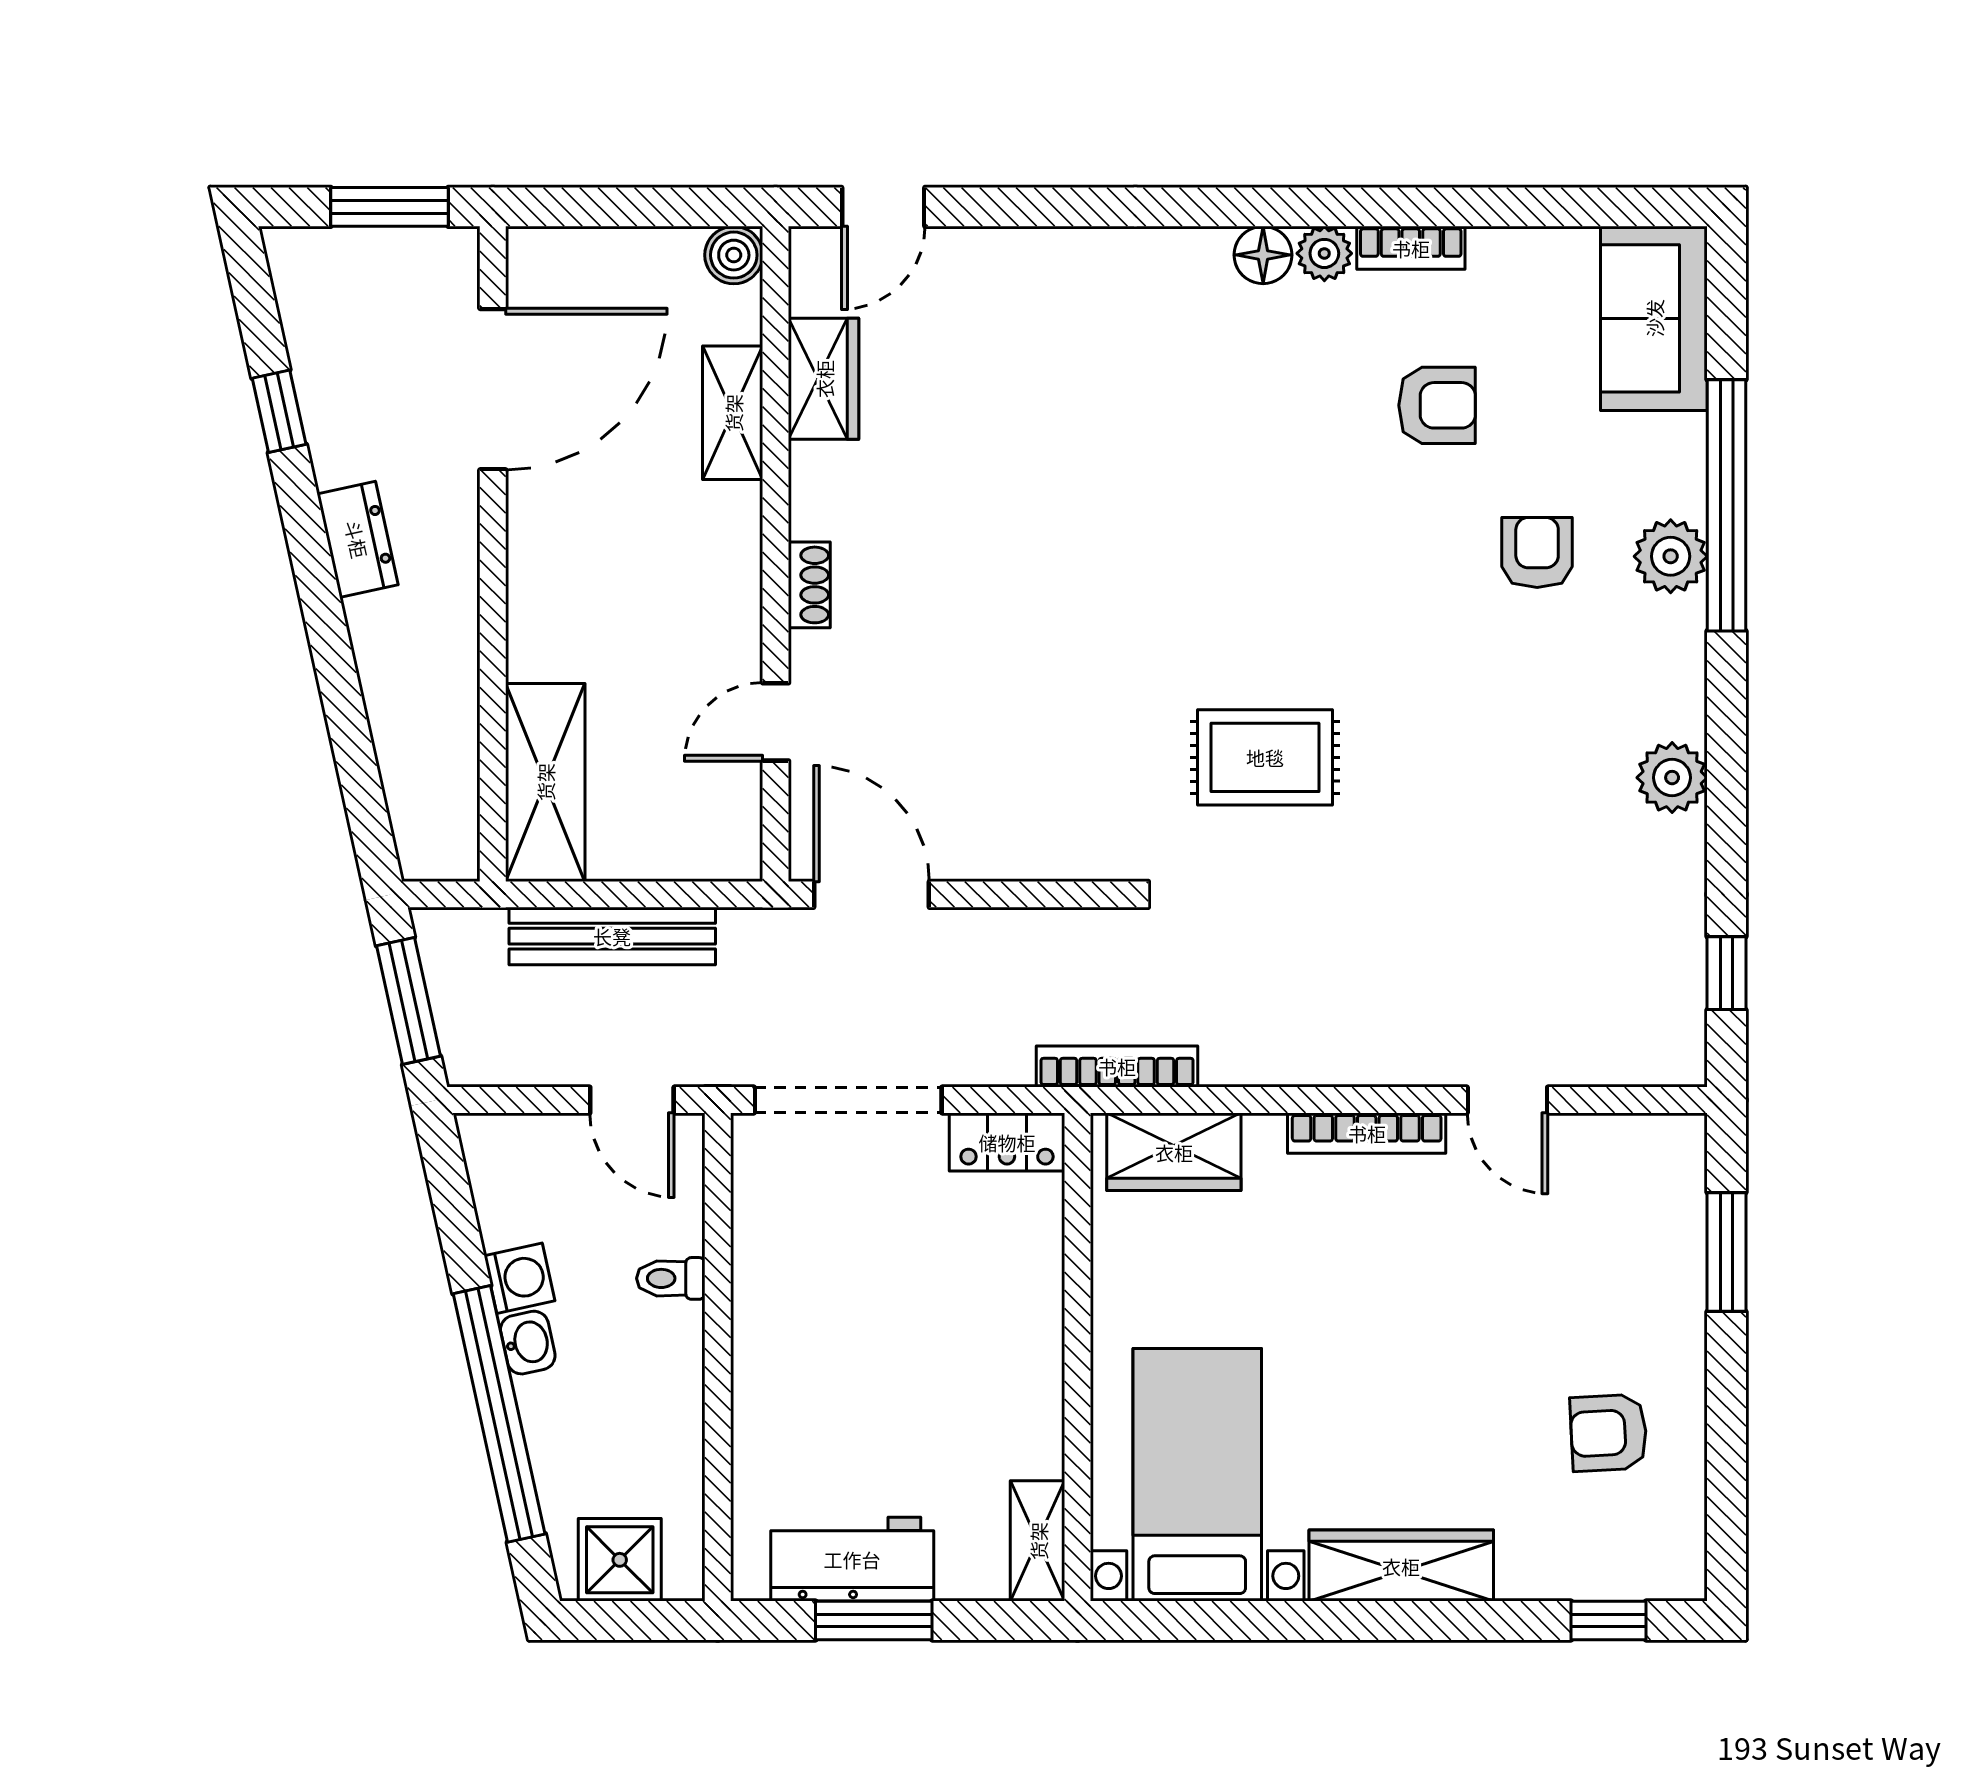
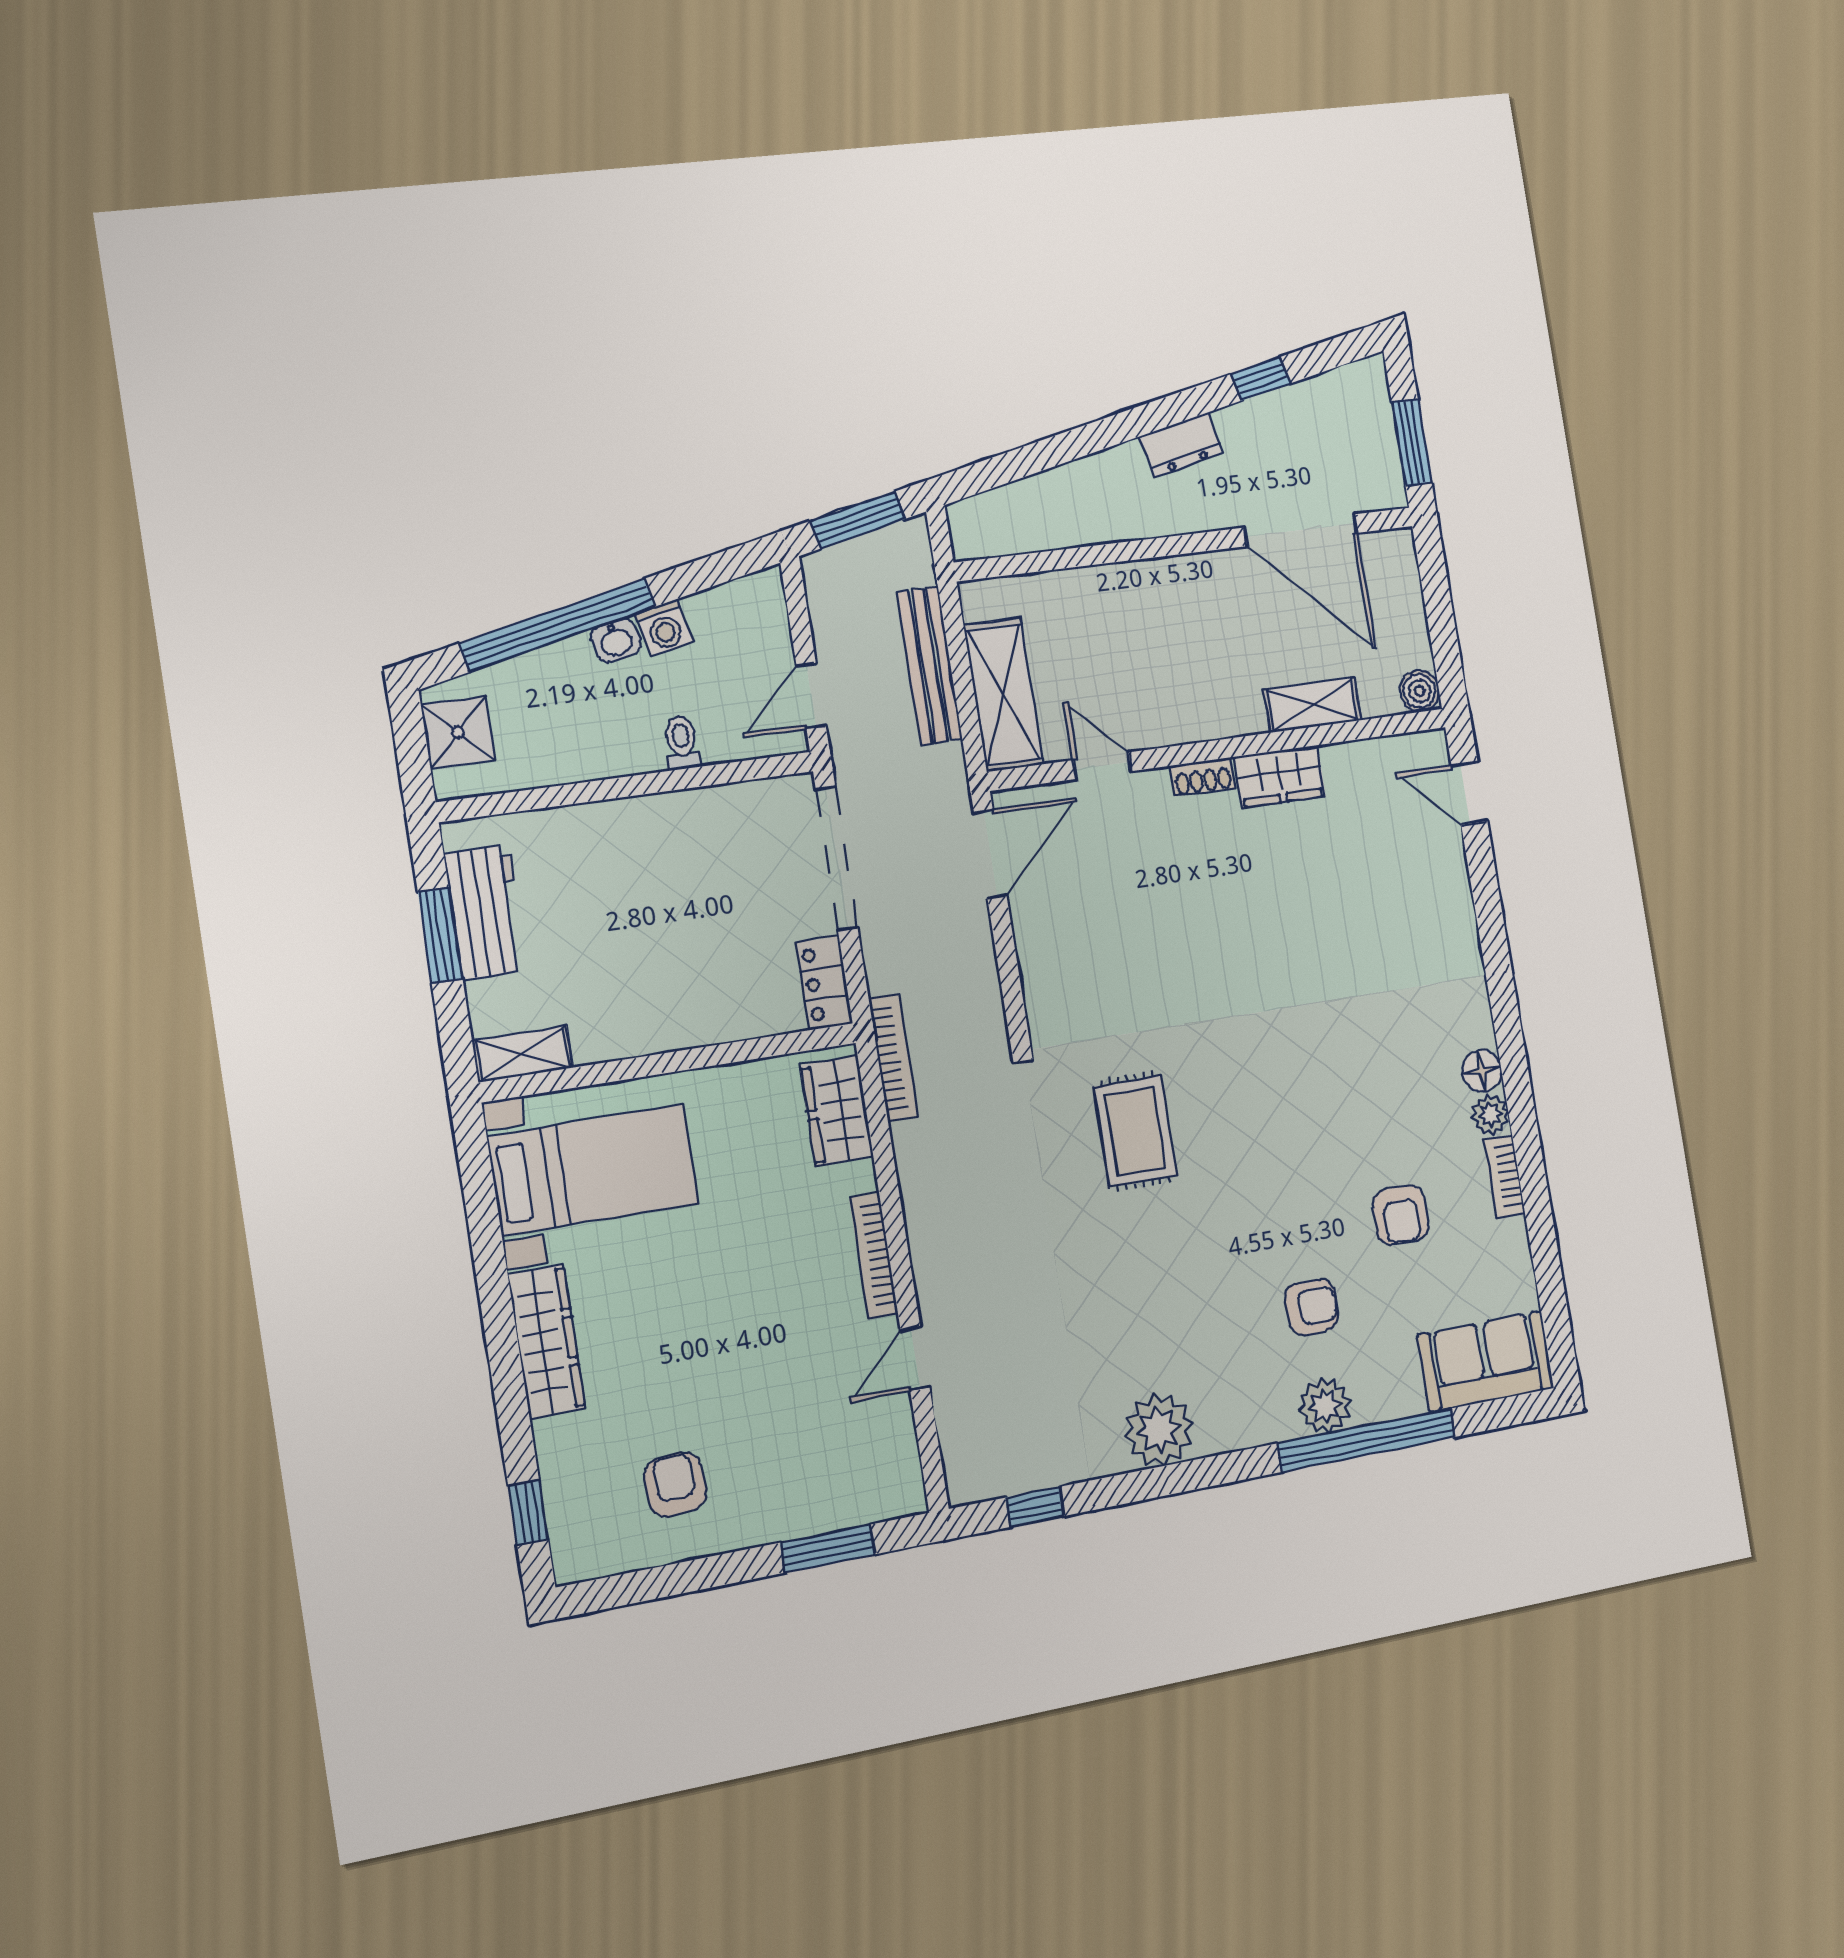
wardrobe: (824, 379) -> (1280, 777), moved
plant: (1672, 778) -> (1159, 1430), width x1.36, depth x1.36
shelving: (545, 782) -> (1004, 695), moved, turned 90

